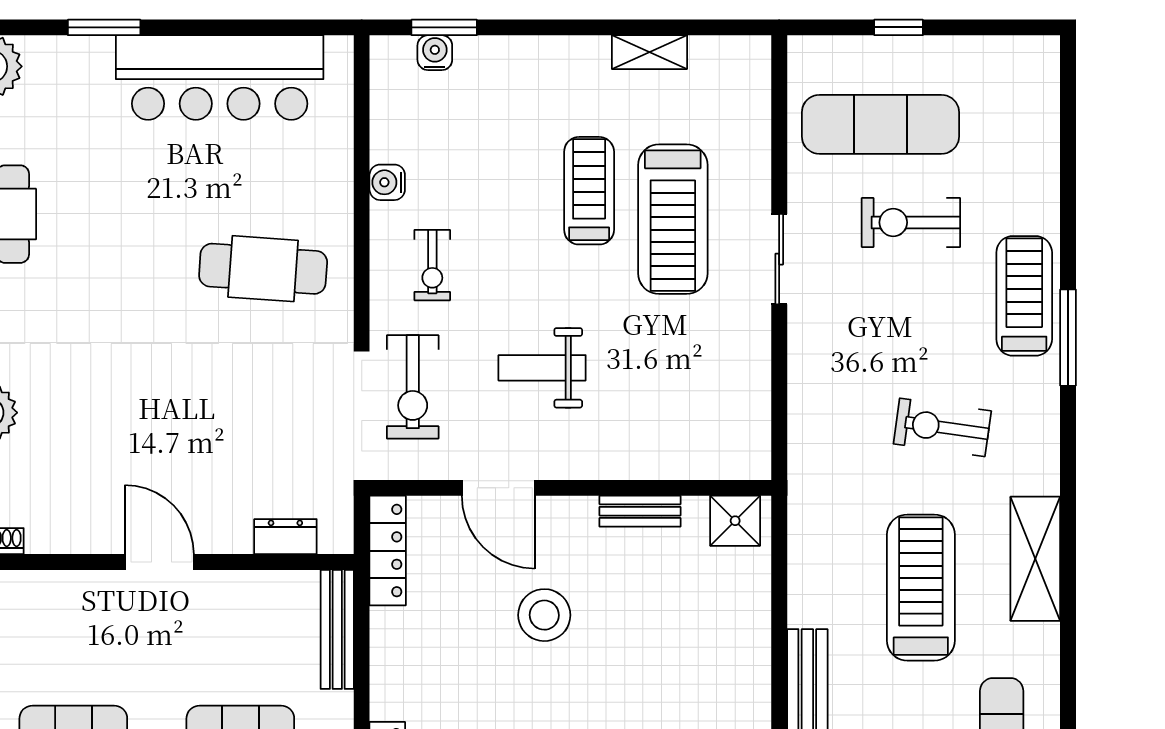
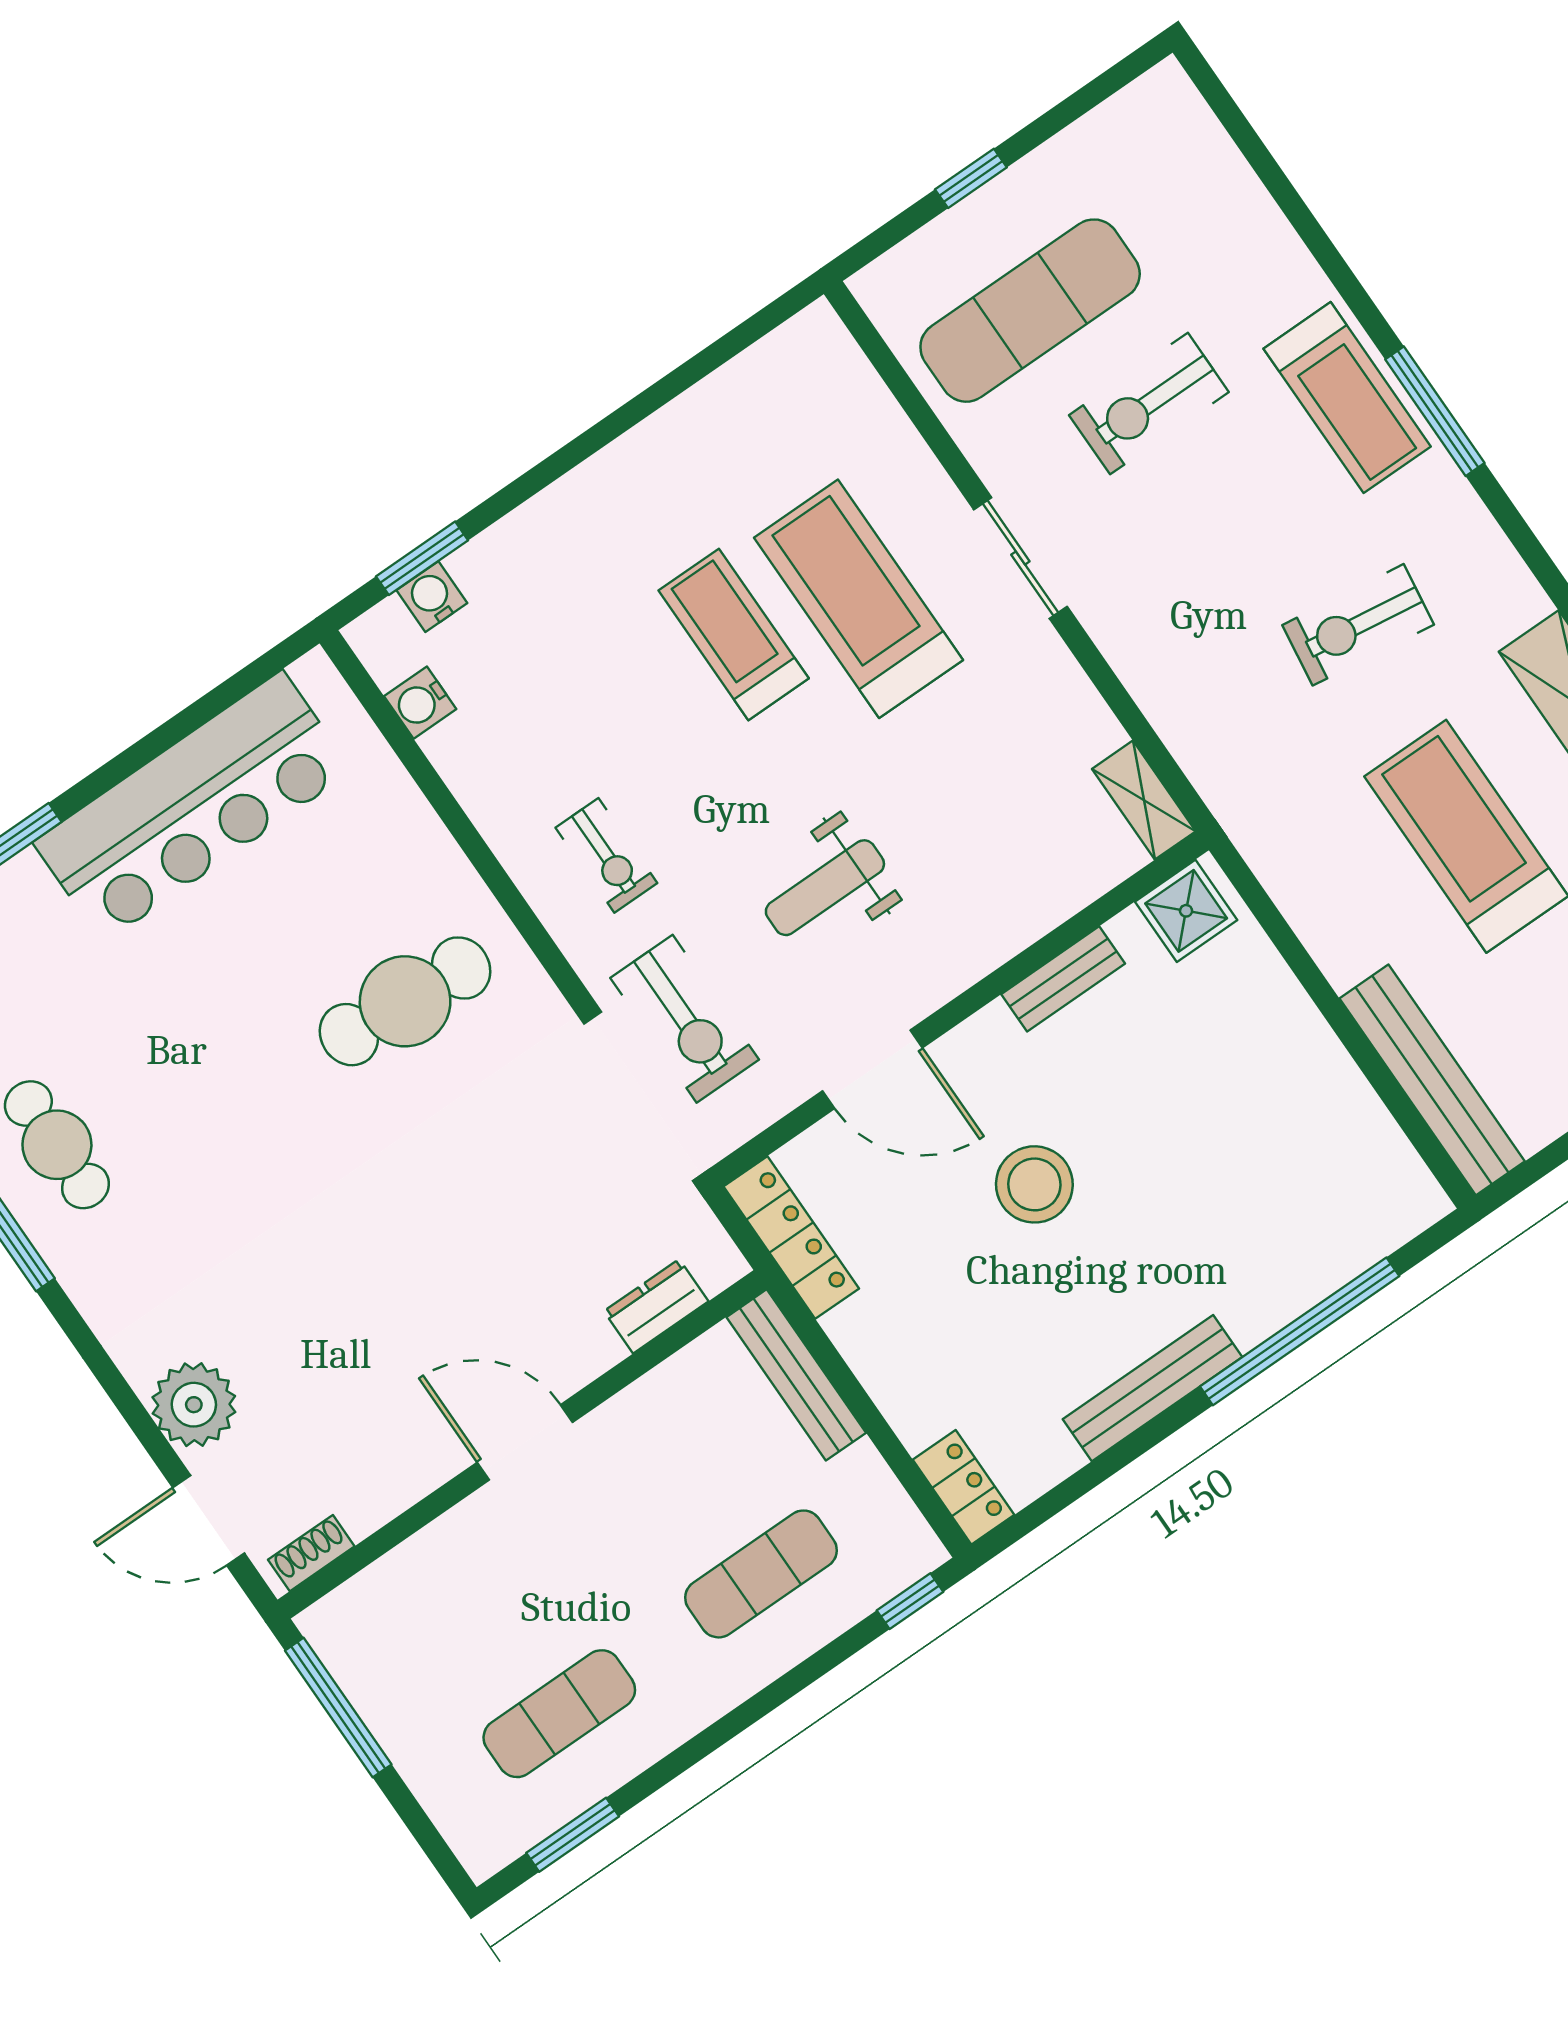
shelving: (649, 52) -> (1144, 800), moved, turned 90
water cooler: (387, 182) -> (420, 703), moved
treadmill: (673, 219) -> (859, 599), turned 180
treadmill: (1024, 296) -> (1347, 398), turned 180

